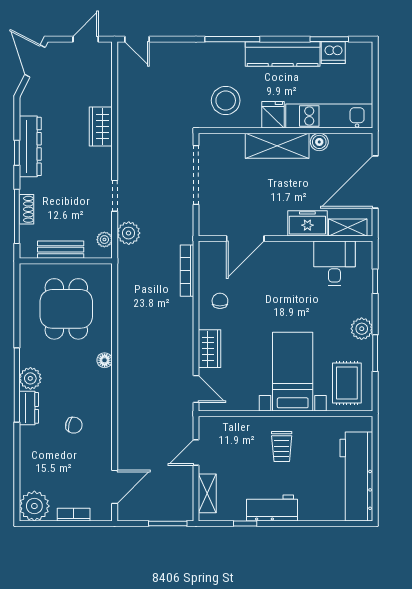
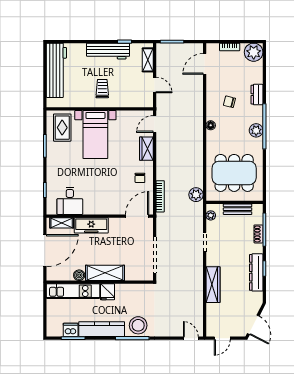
stool: (226, 101) -> (138, 325), moved
wardrobe: (101, 127) -> (213, 285), width x1.50
freezer: (307, 223) -> (91, 225), width x1.40
plant: (129, 233) -> (196, 195), moved
door: (245, 239) -> (137, 216), moved
dining table: (66, 309) -> (234, 173), width x1.38
plant: (362, 329) -> (53, 161), removed
floor lamp: (105, 360) -> (211, 125), moved
door: (196, 389) -> (155, 124), hinge flipped
dresser: (29, 408) -> (257, 95), moved
door: (196, 453) -> (155, 85), hinge flipped
workbench: (272, 508) -> (108, 51), width x1.37

